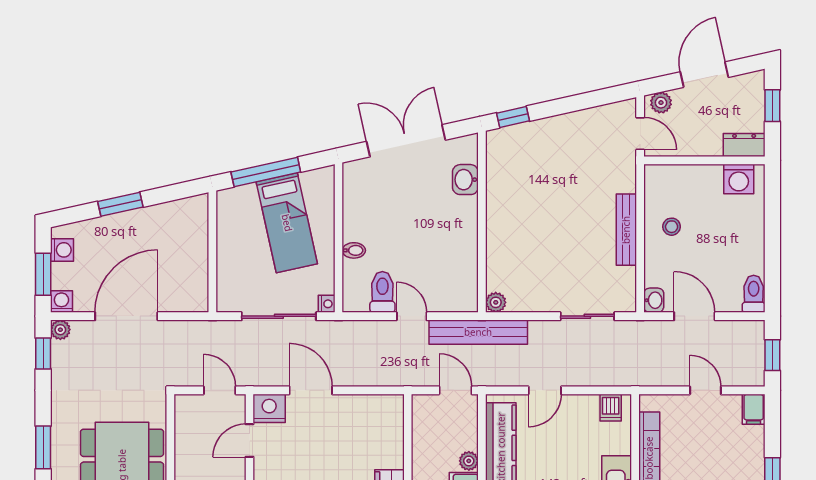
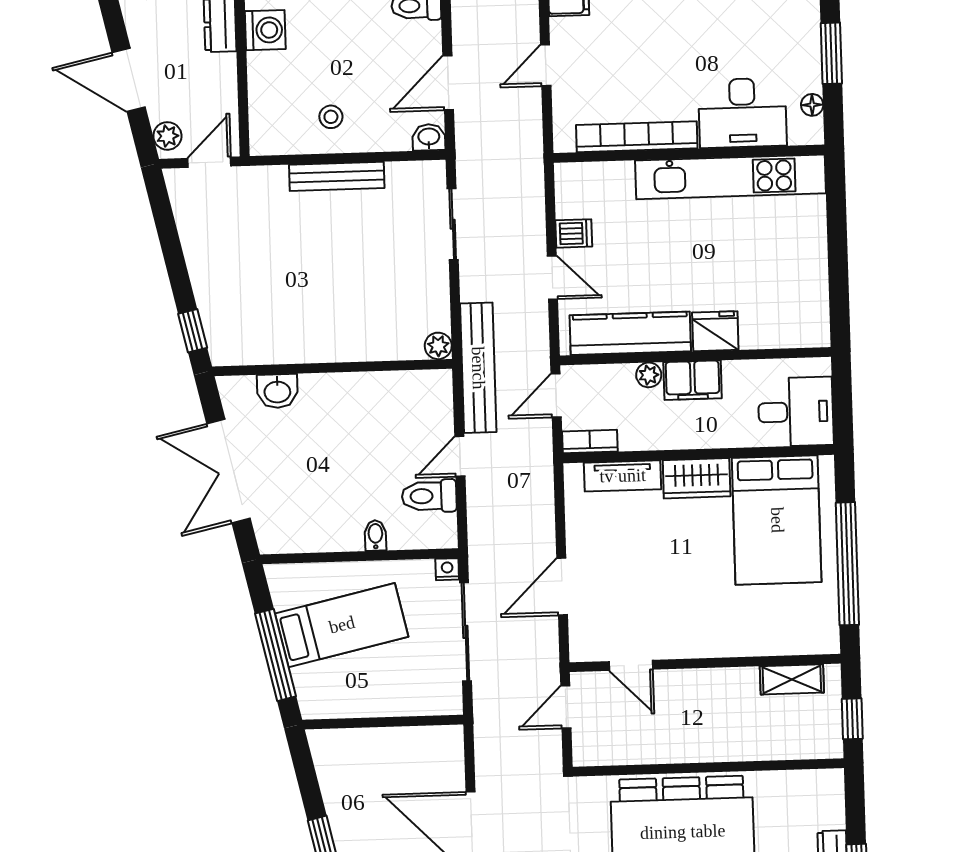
nightstand: (269, 408) -> (588, 641), removed
dishwasher: (611, 408) -> (574, 233), moved
bookcase: (420, 415) -> (590, 442), added
tv unit: (393, 439) -> (623, 476), added

